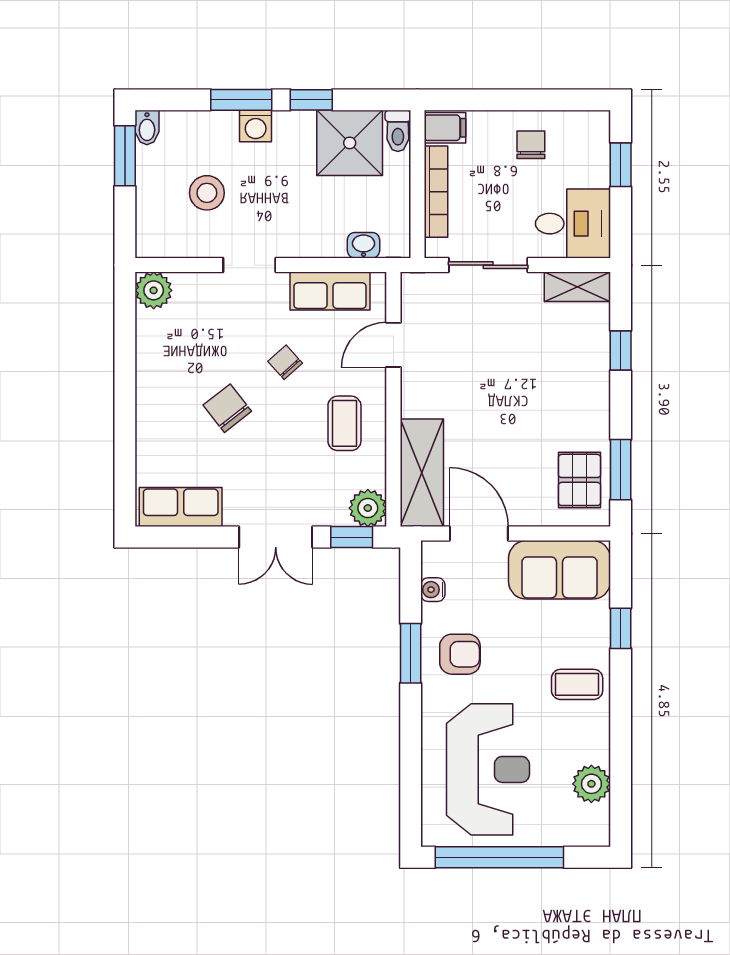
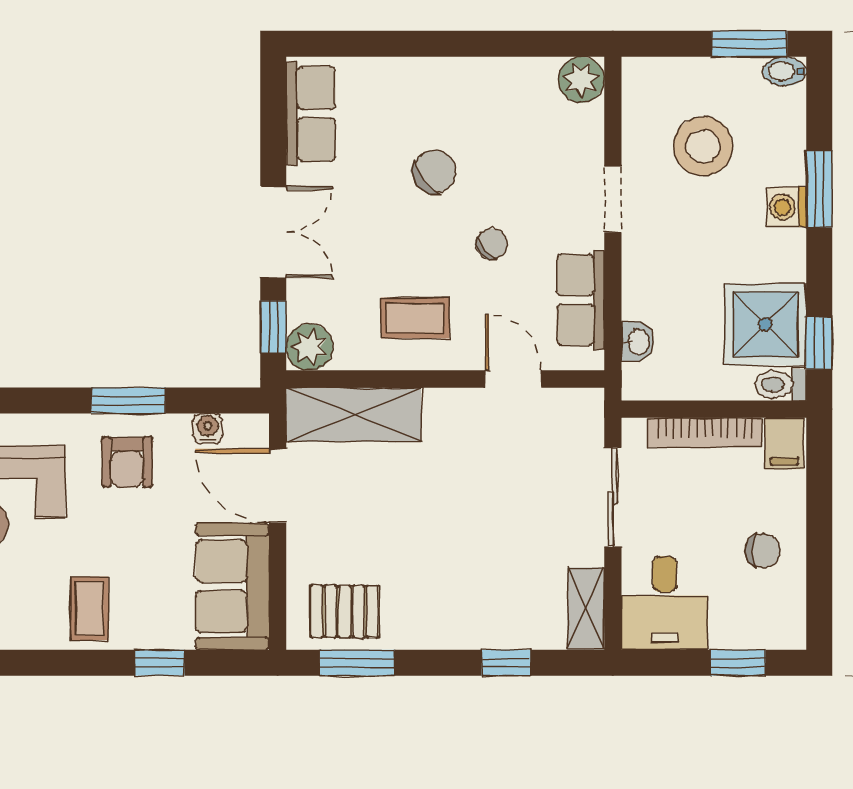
window: (311, 100) -> (819, 343), moved
stool: (207, 193) -> (703, 146), width x1.38, depth x1.38
door: (479, 534) -> (278, 486), swing flipped
double door: (276, 537) -> (273, 232), swing flipped

